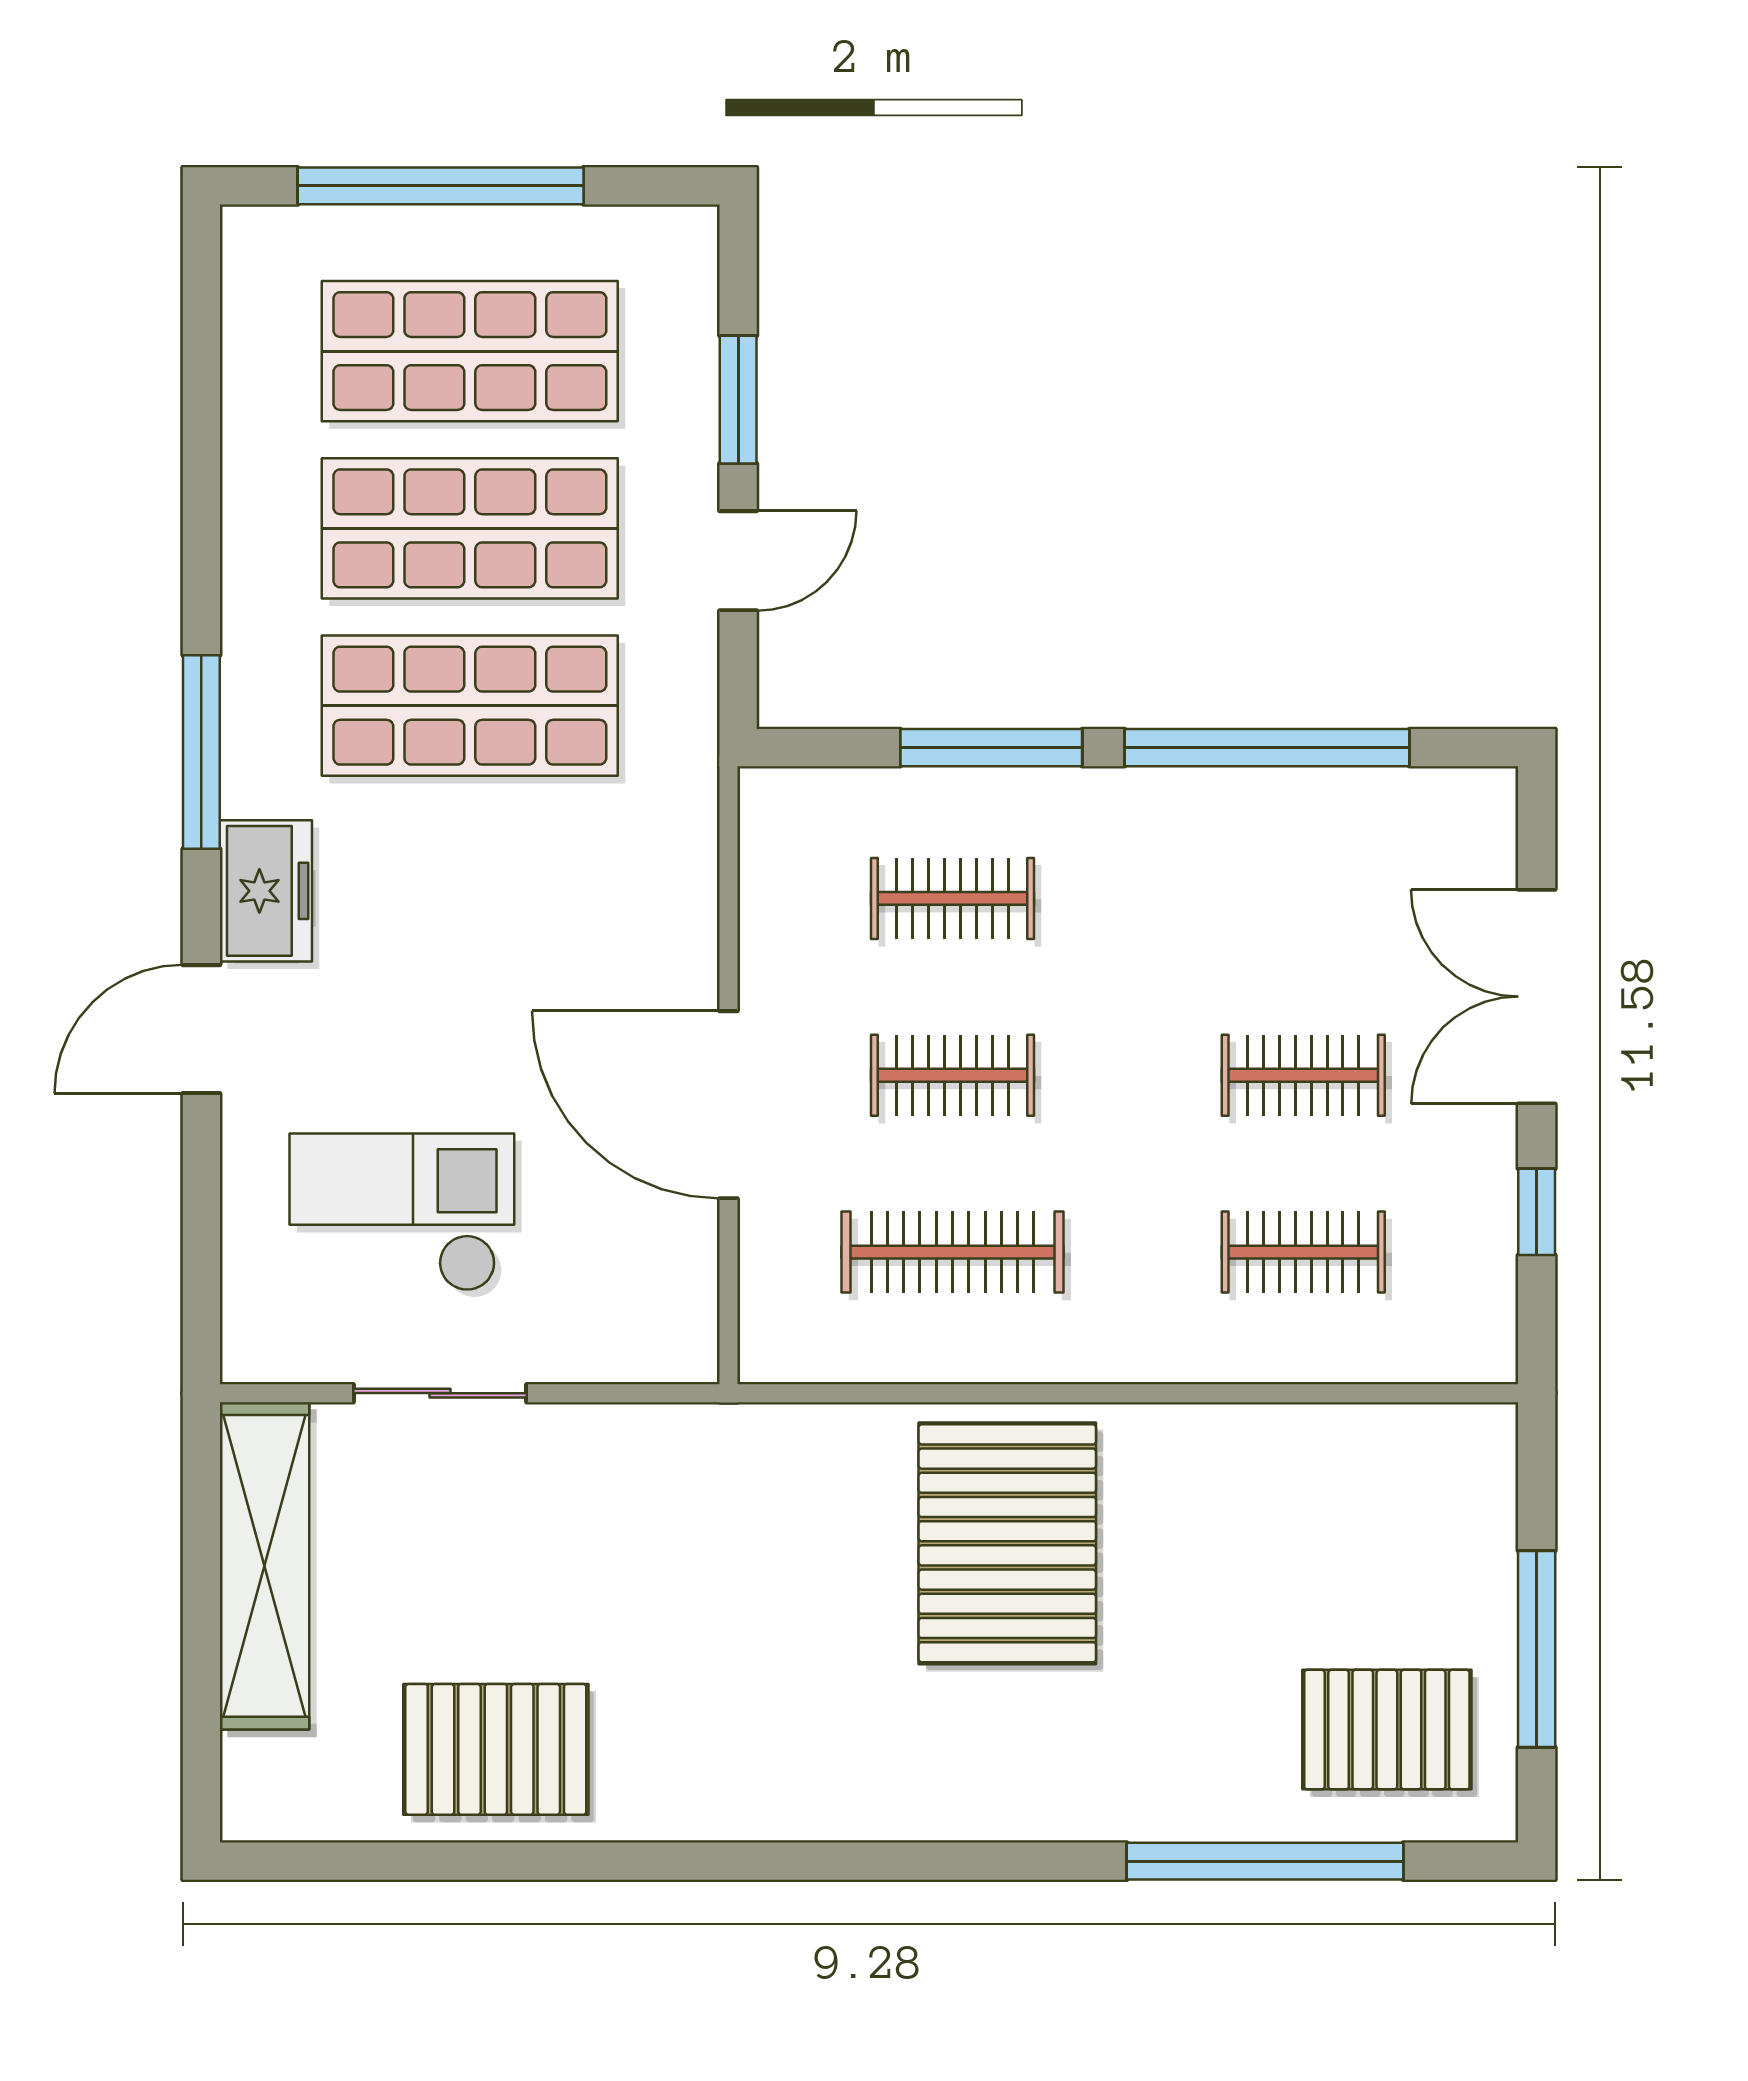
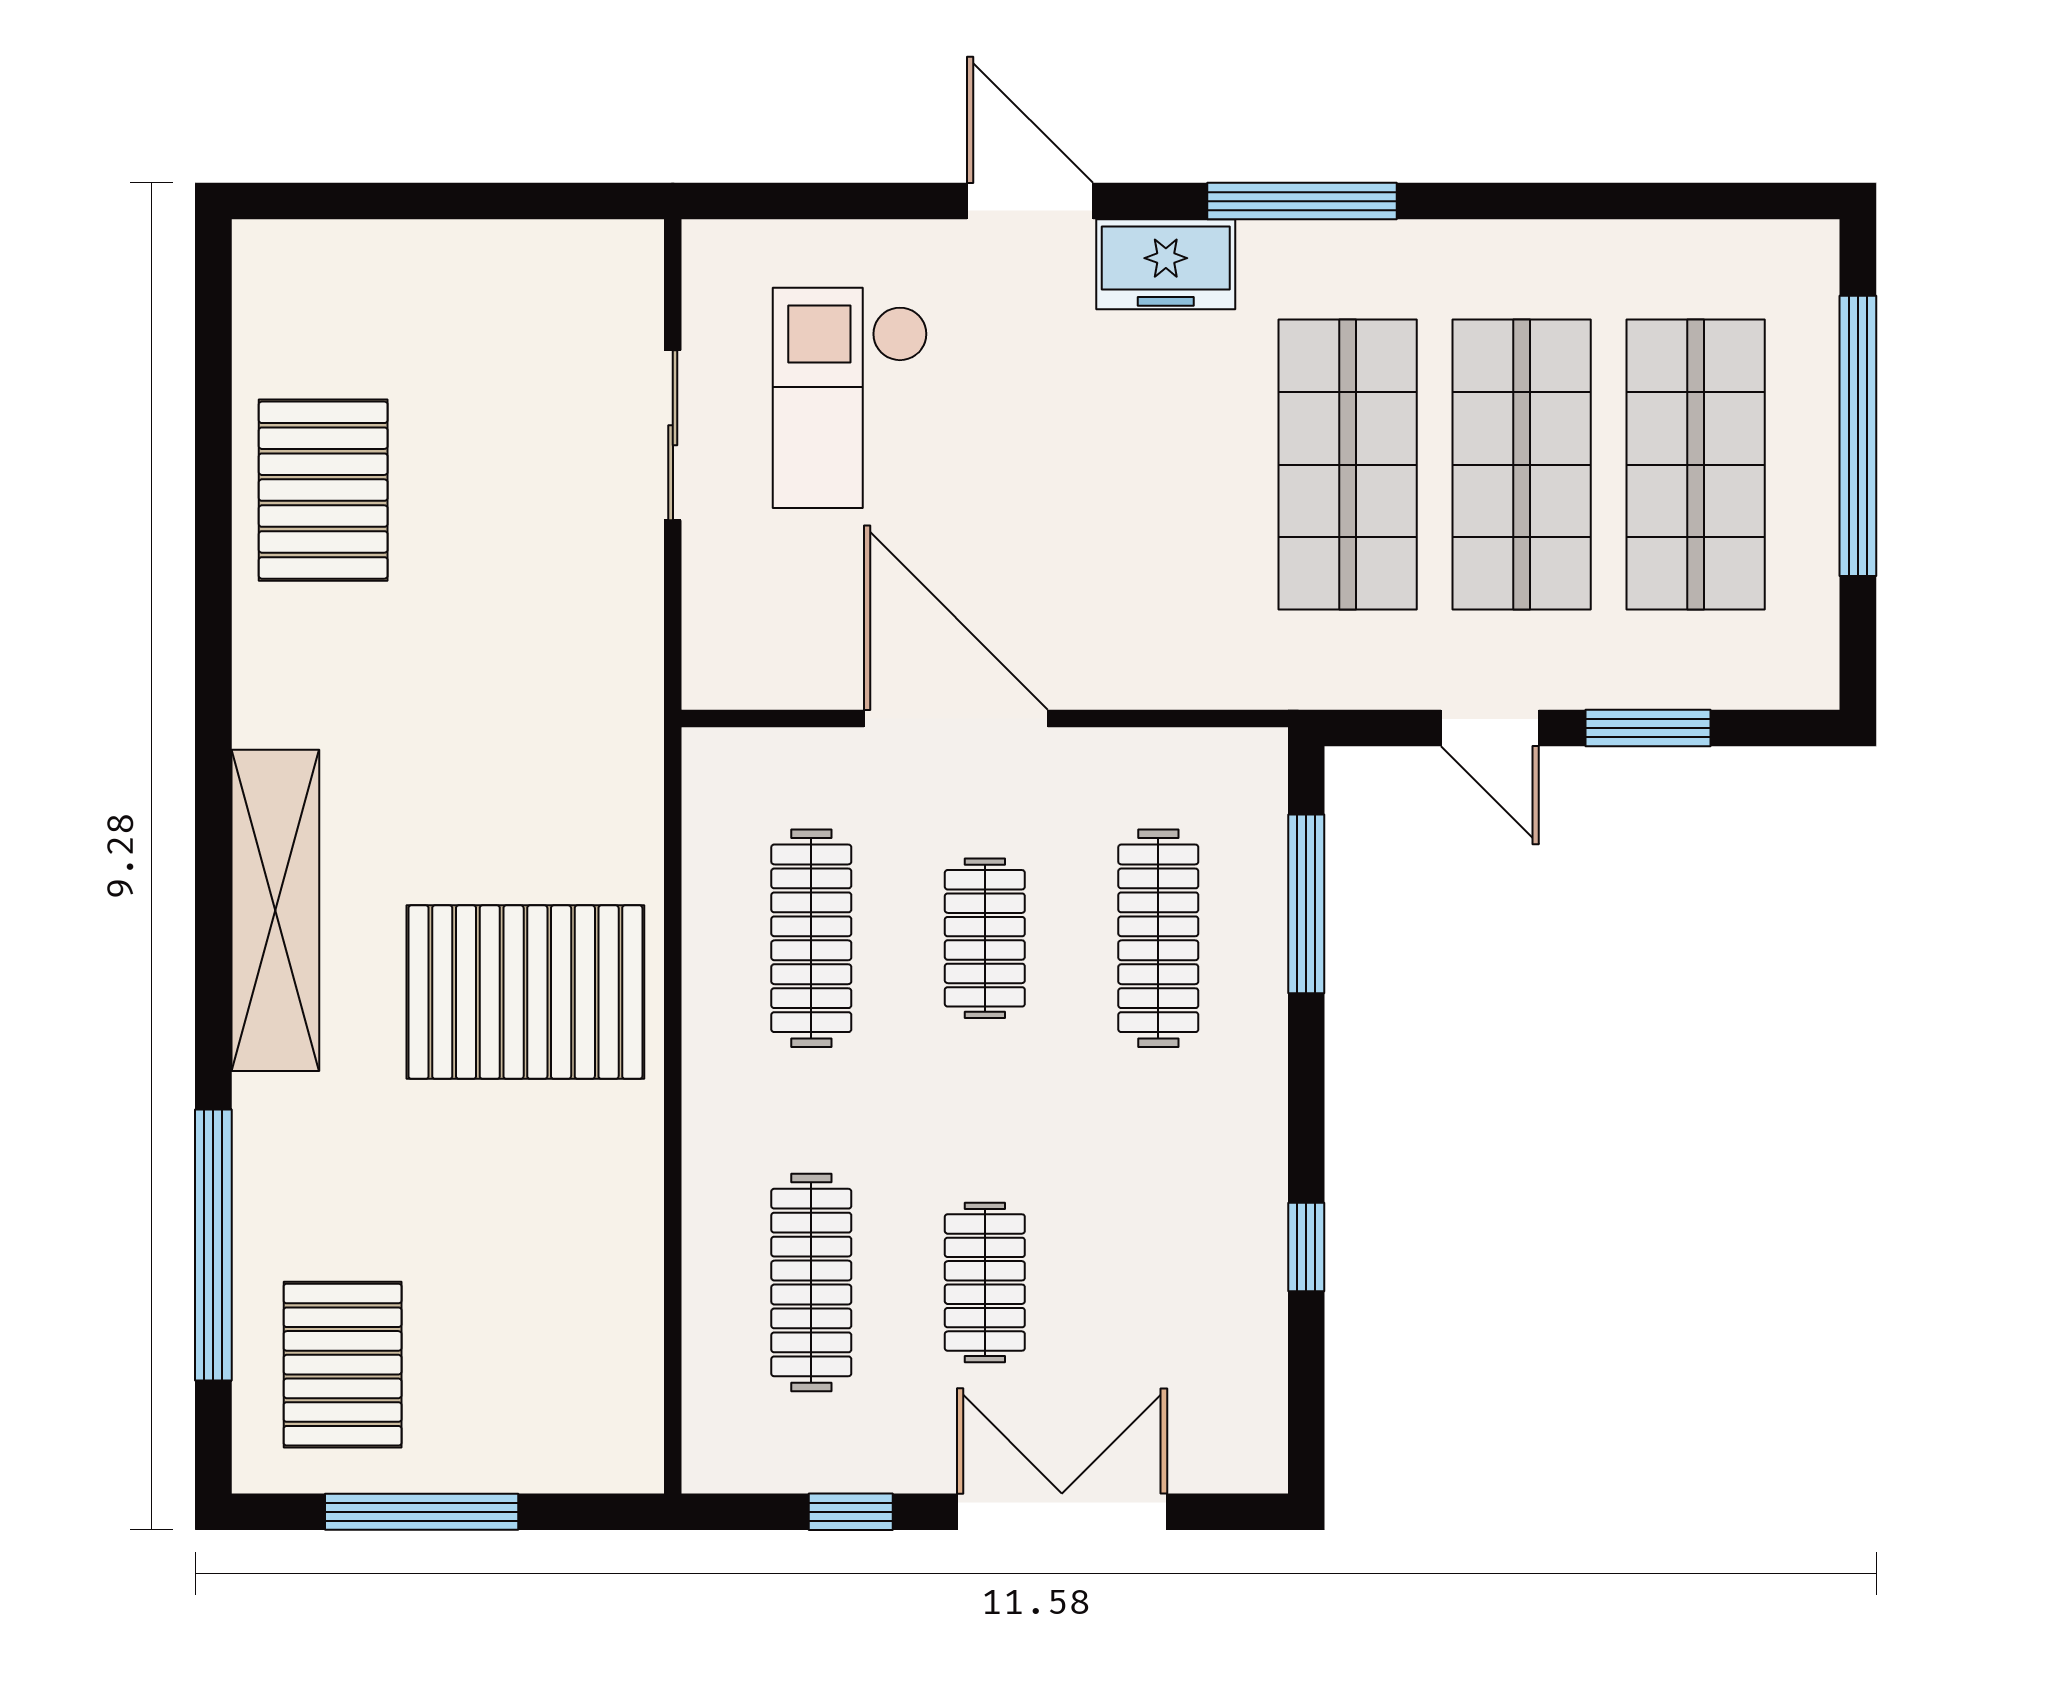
window: (991, 748) -> (1306, 904), moved
window: (1267, 748) -> (1306, 1247), width x0.32
clothes rail: (953, 898) -> (1158, 938), width x1.36
door: (729, 1105) -> (956, 719), hinge flipped
checkout: (402, 1212) -> (850, 398), turned 180
clothes rail: (1303, 1252) -> (811, 1283), width x1.36
shelving: (265, 1566) -> (275, 910), moved, turned 90

